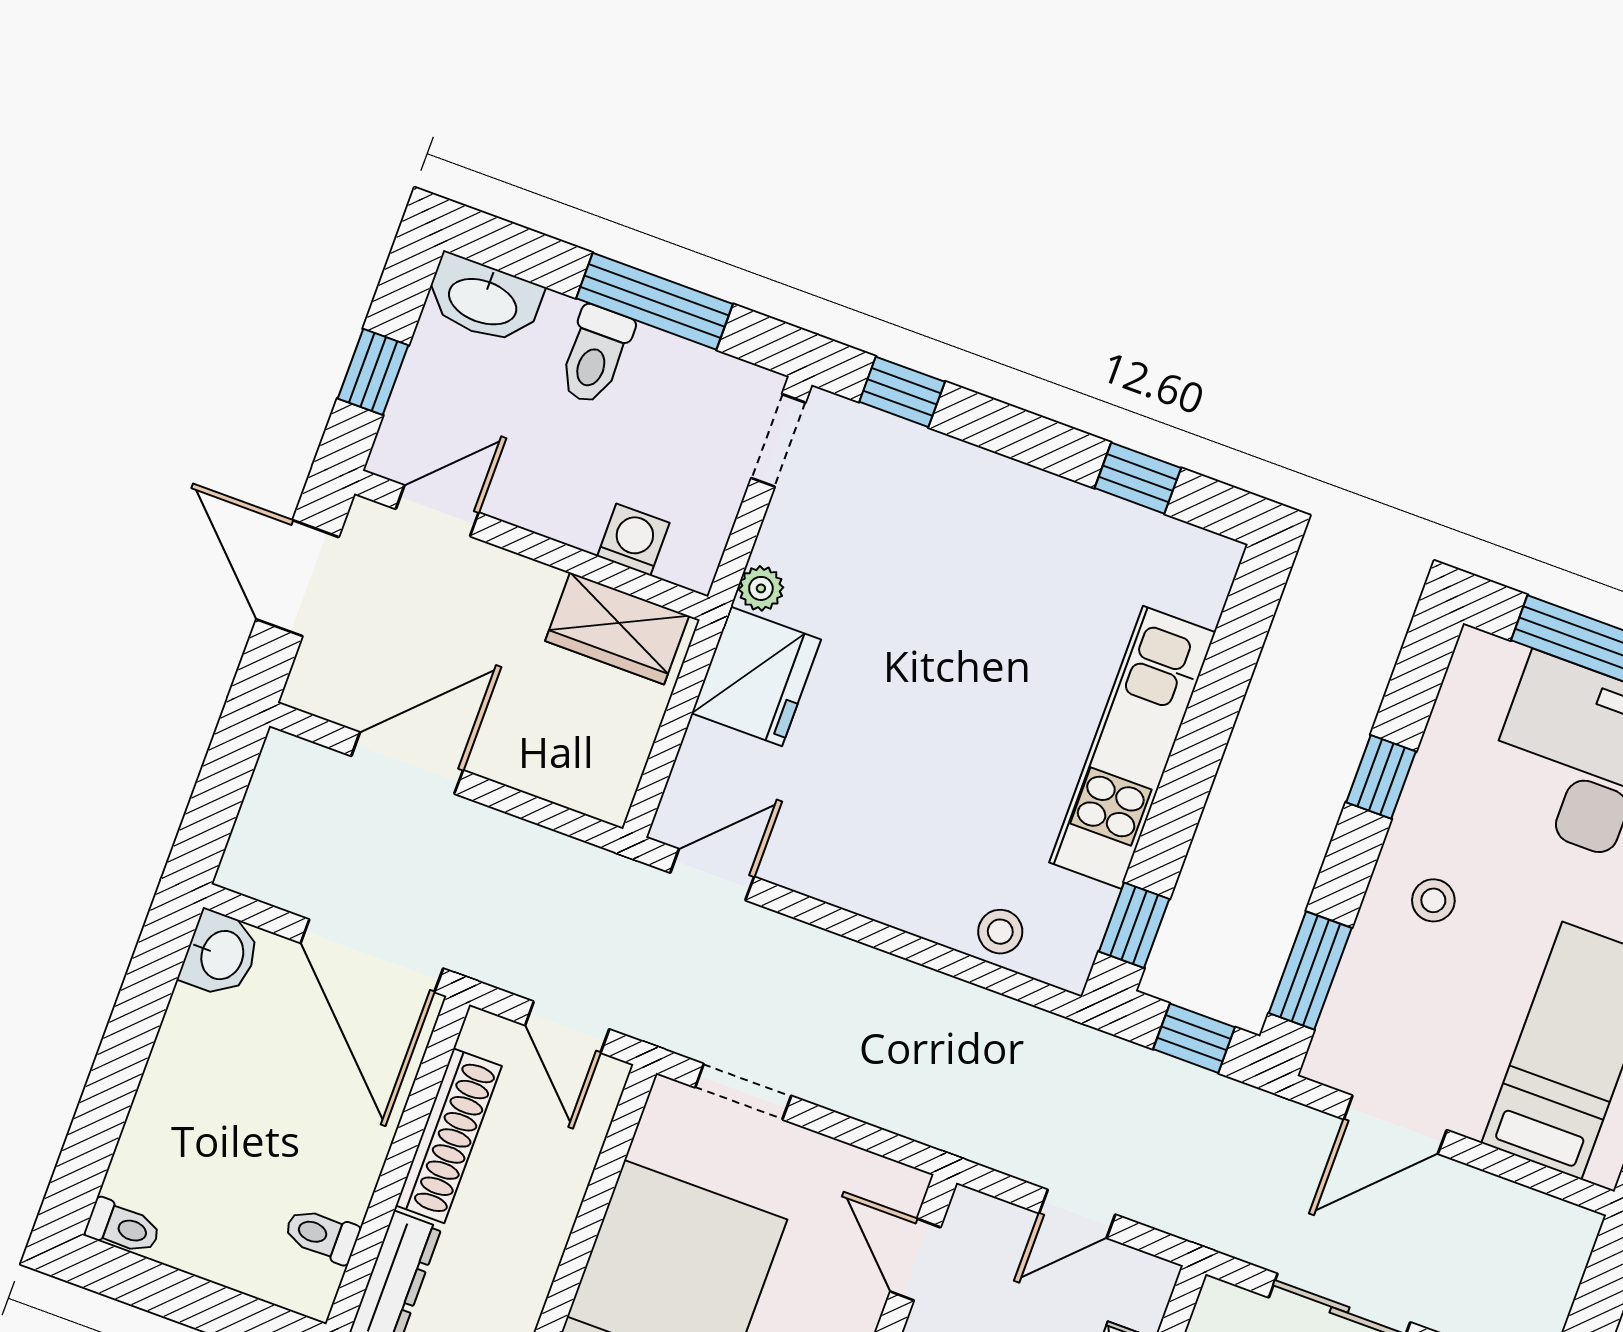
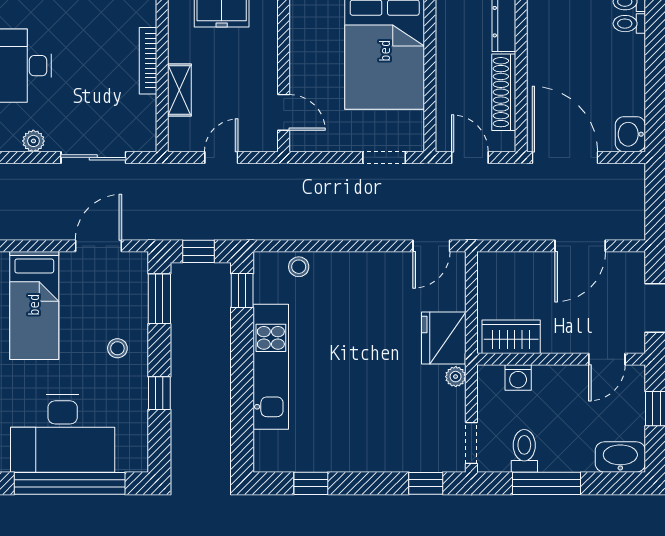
toilet: (595, 355) -> (524, 451), moved
toilet: (322, 1235) -> (629, 24), moved, turned 180

